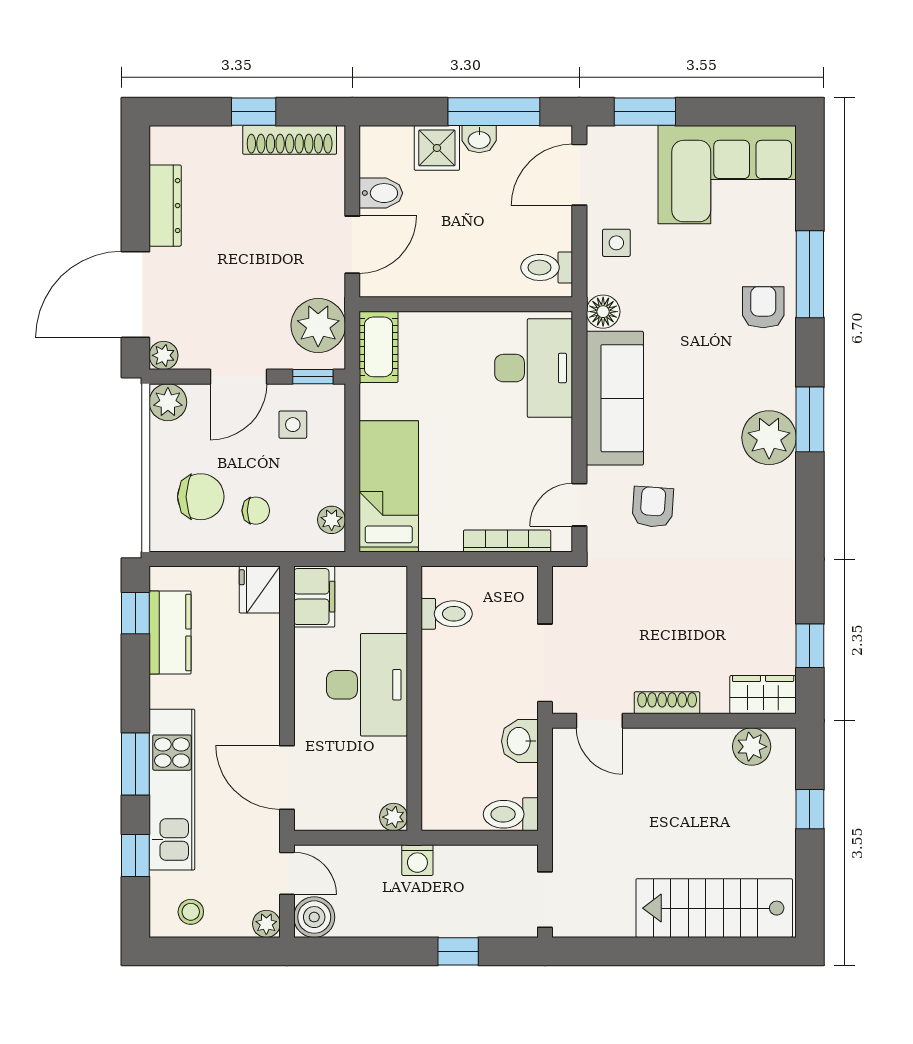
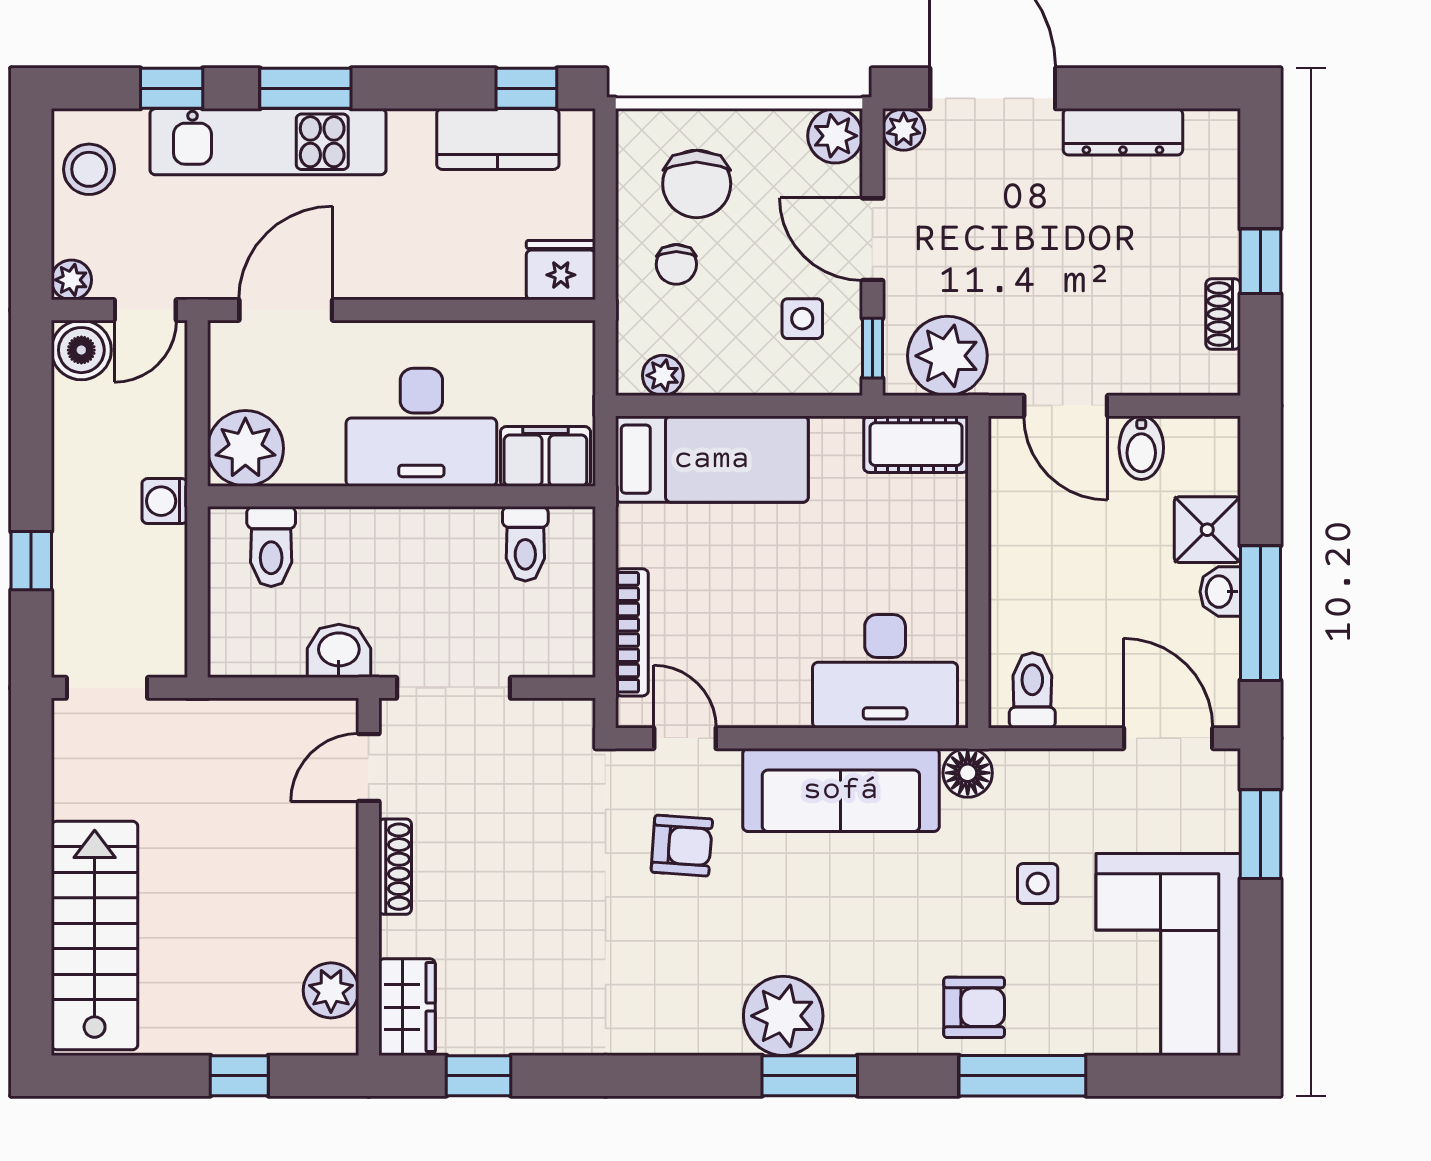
shoe rack: (290, 140) -> (1223, 314), width x0.51, depth x0.81
side table: (616, 243) -> (1038, 883), moved
filing cabinet: (314, 597) -> (545, 456), moved, turned 180
toilet: (511, 814) -> (271, 547), moved, turned 180
plant: (393, 817) -> (245, 448), width x1.87, depth x1.87
stool: (191, 912) -> (89, 169), width x1.37, depth x1.37

